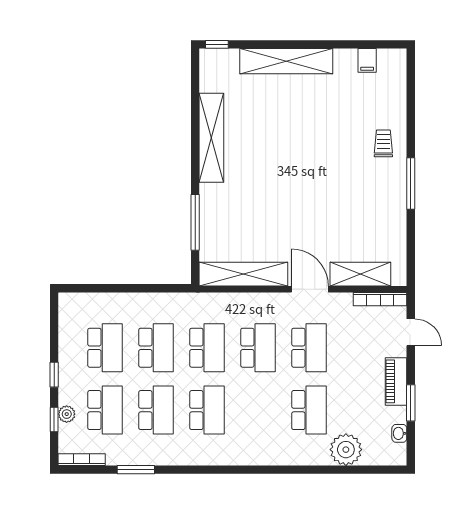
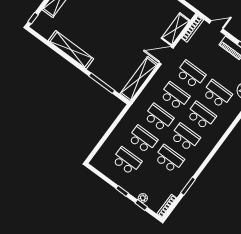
school desk: (105, 410) -> (201, 115), moved

